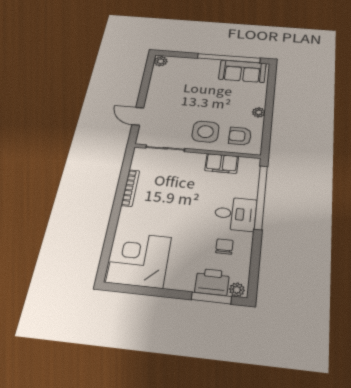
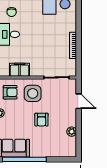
plant: (161, 61) -> (72, 132), moved
armchair: (197, 100) -> (41, 120), added

